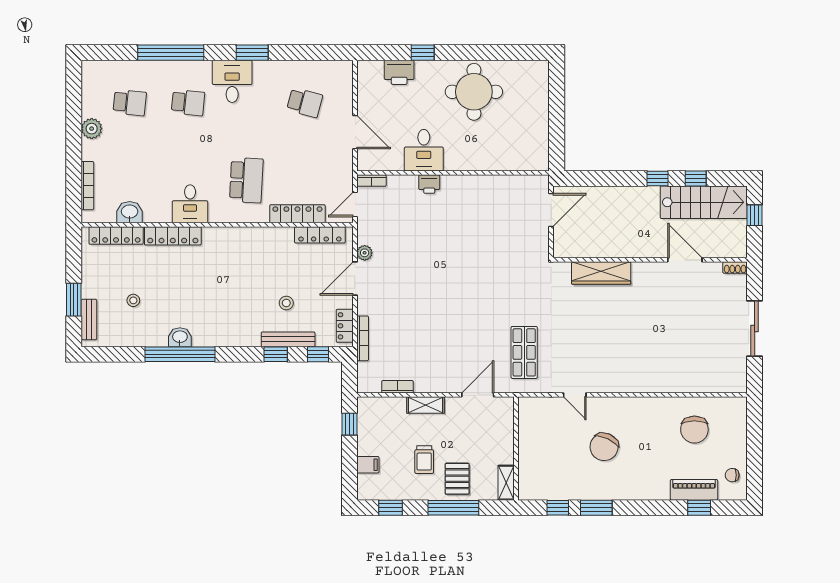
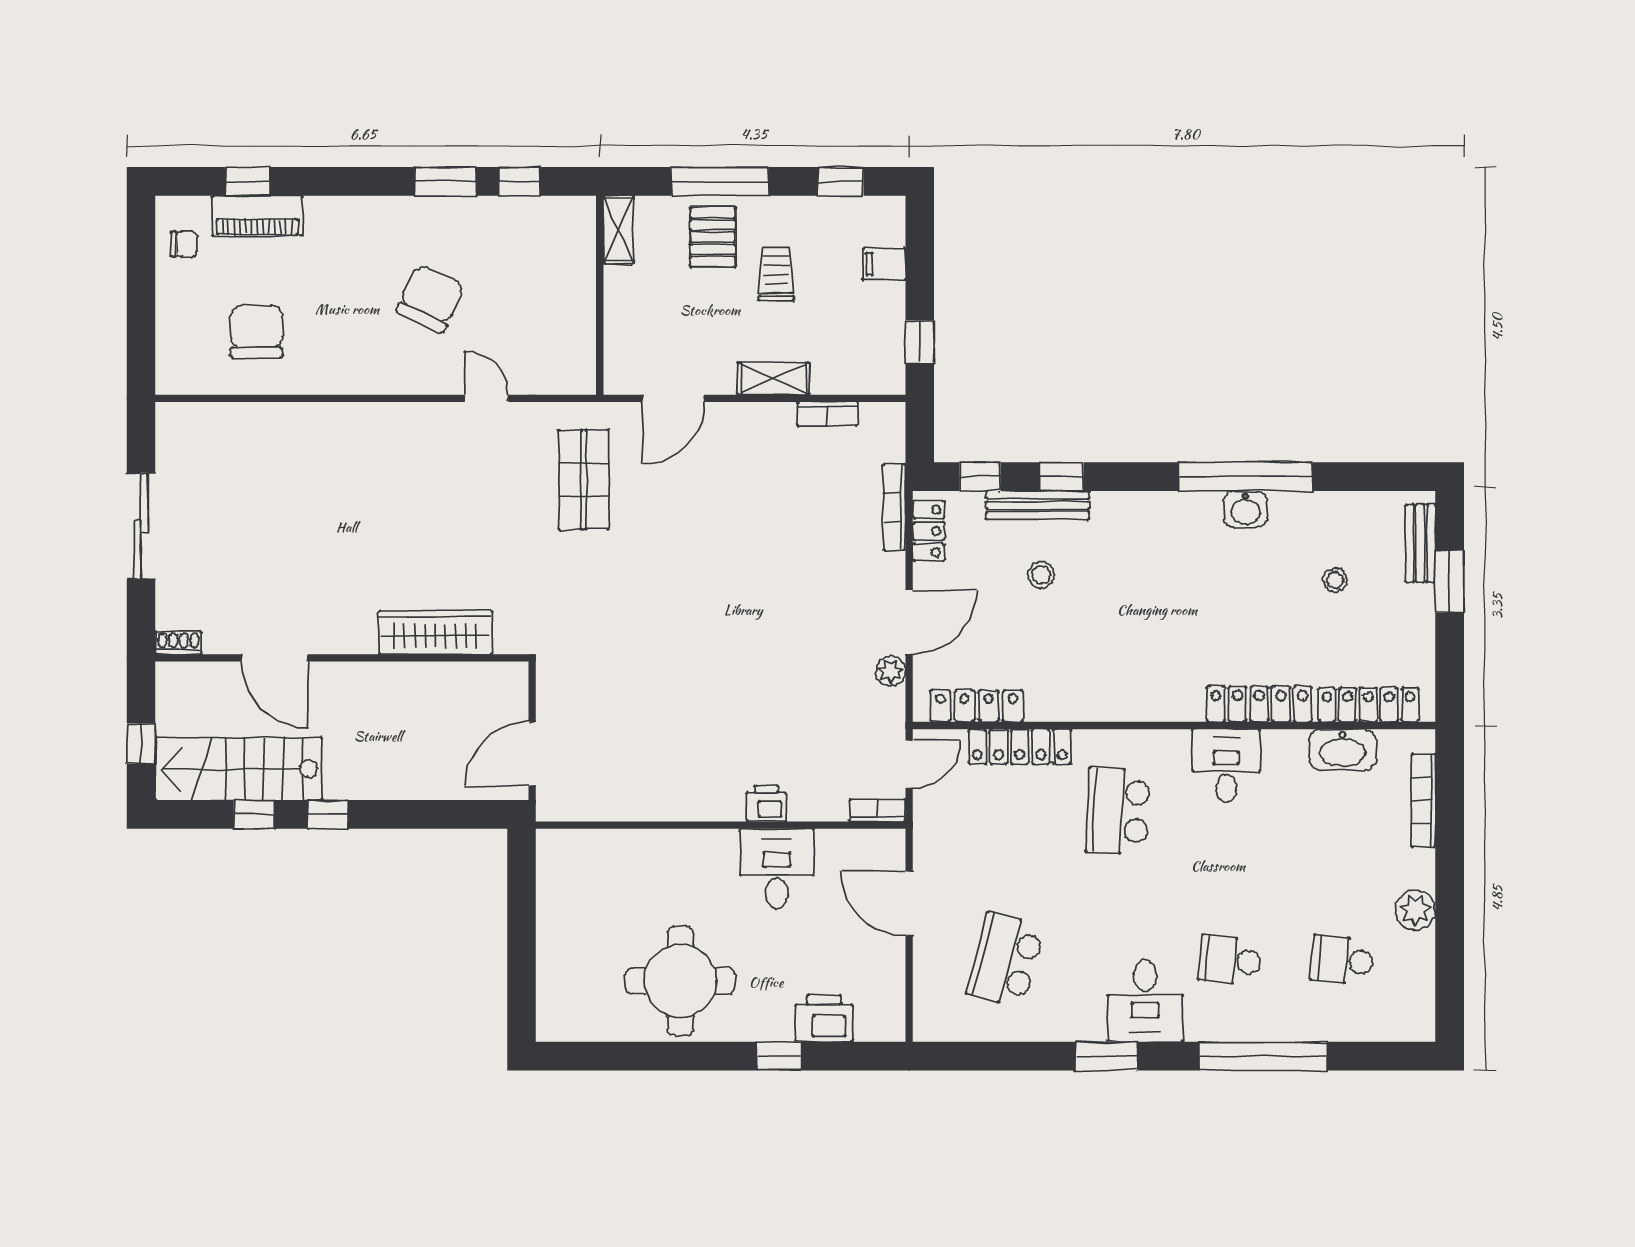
school desk: (305, 103) -> (1006, 960), width x1.85
washbasin: (130, 212) -> (1342, 750), width x1.38

